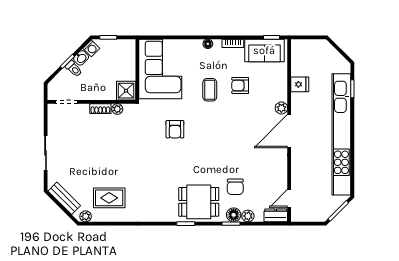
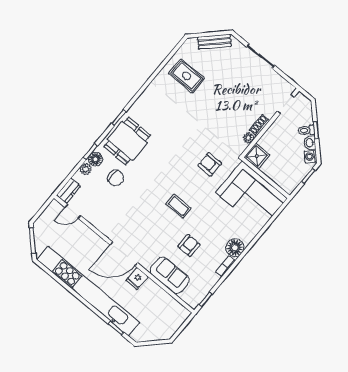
floor lamp: (208, 44) -> (235, 248), width x1.89, depth x1.89
sofa: (264, 50) -> (170, 275), moved, turned 90
fridge: (300, 84) -> (137, 278), moved
coffee table: (210, 90) -> (178, 206), moved
plant: (281, 108) -> (146, 262), removed
armchair: (175, 129) -> (210, 164), moved
door: (289, 131) -> (124, 254), swing flipped
chair: (235, 187) -> (116, 178), turned 180
rug: (109, 198) -> (186, 76), turned 90
door: (289, 198) -> (73, 211), swing flipped
plant: (86, 216) -> (187, 46), removed

